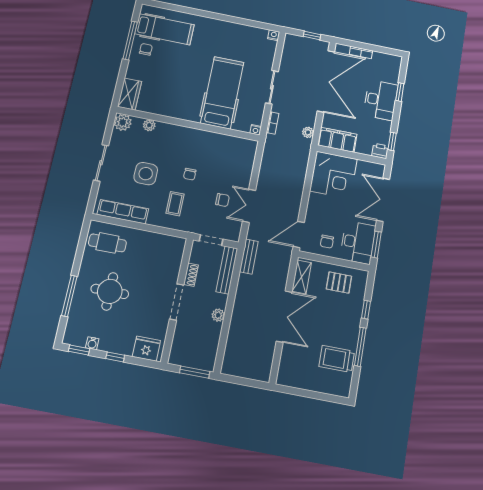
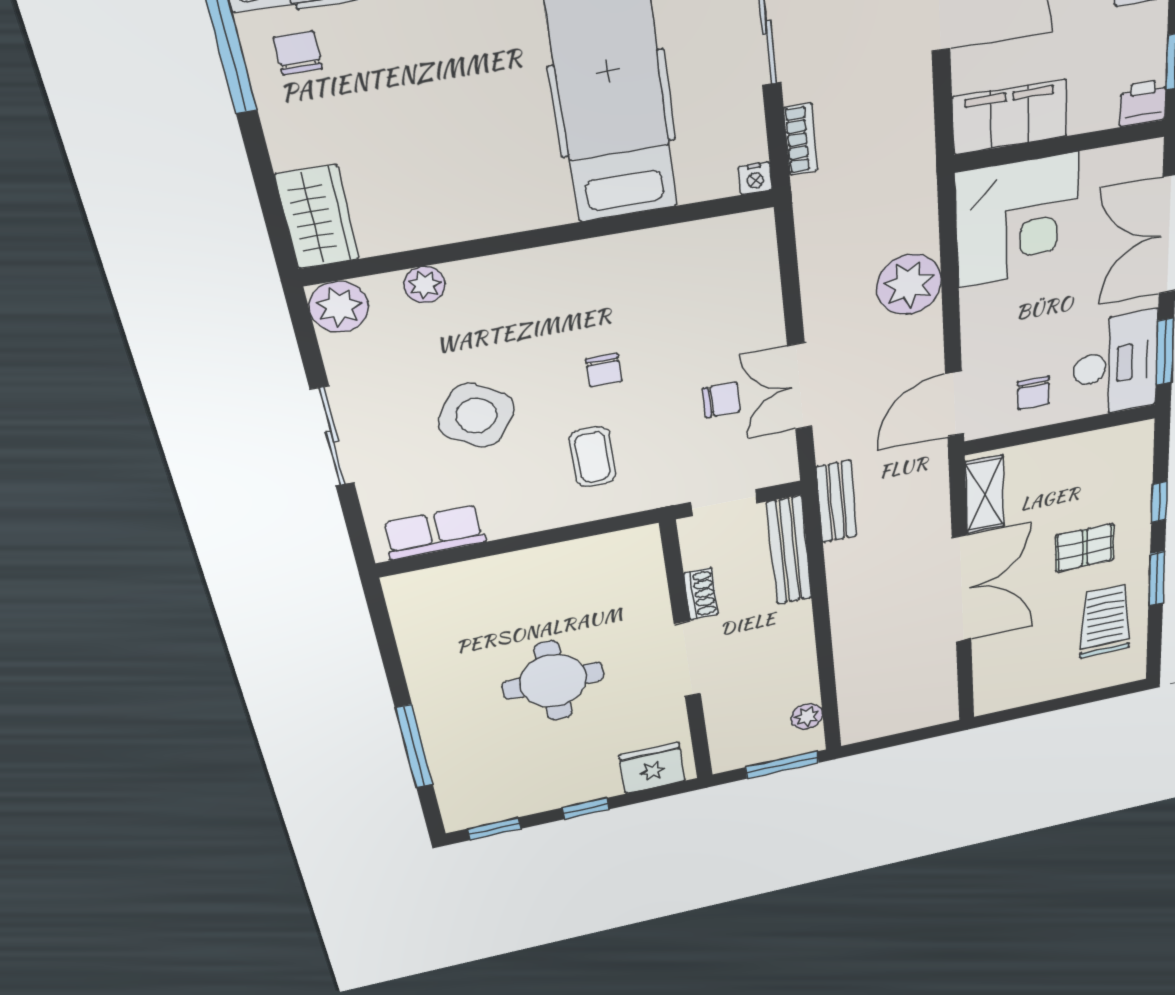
plant: (308, 132) -> (909, 284), moved, width x1.88, depth x1.88
side table: (146, 174) -> (476, 416), turned 33
row of seats: (123, 212) -> (434, 532), width x0.68
cafe table: (107, 243) -> (452, 610), removed
pallet: (339, 283) -> (1085, 548), moved
round table: (110, 291) -> (553, 681), moved
plant: (218, 315) -> (807, 717), moved
water cooler: (92, 343) -> (519, 806), removed
window: (360, 347) -> (1157, 579), width x0.69
trolley: (337, 359) -> (1105, 621), turned 90

